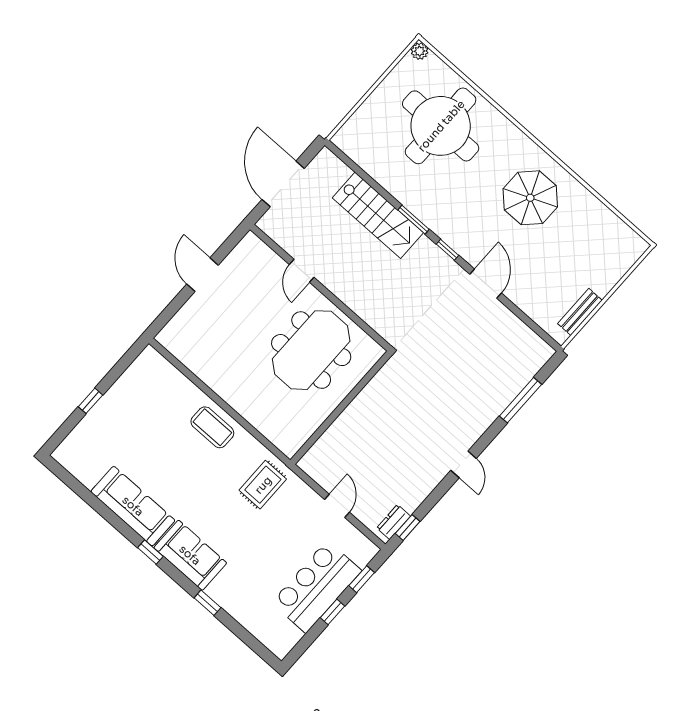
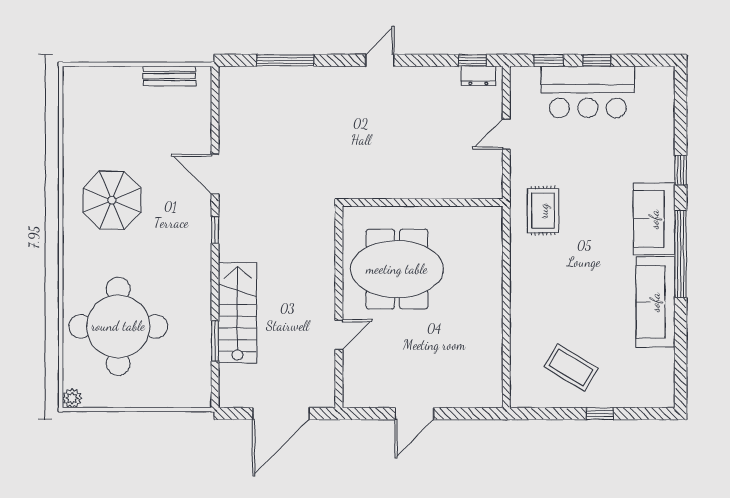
window: (413, 220) -> (215, 341), moved
door: (486, 284) -> (215, 174), hinge flipped
coffee table: (212, 427) -> (571, 367), moved, turned -59
rug: (263, 485) -> (543, 211), turned 90
window: (150, 552) -> (681, 254), width x3.17

